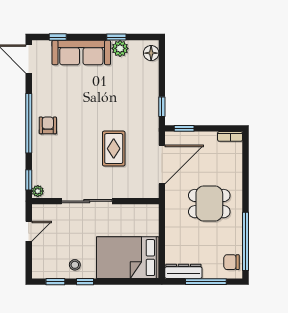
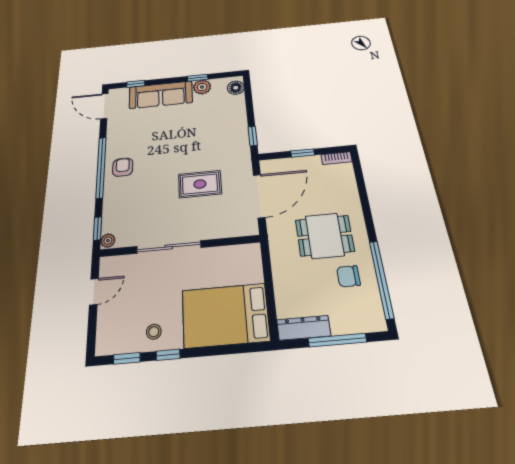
window: (184, 128) -> (303, 153), moved
rug: (114, 149) -> (200, 184), turned 90
chair: (232, 262) -> (349, 276), moved

